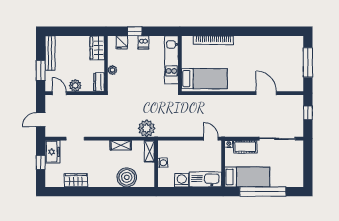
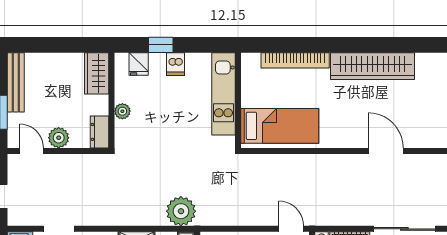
wardrobe: (259, 44) -> (373, 66), added

